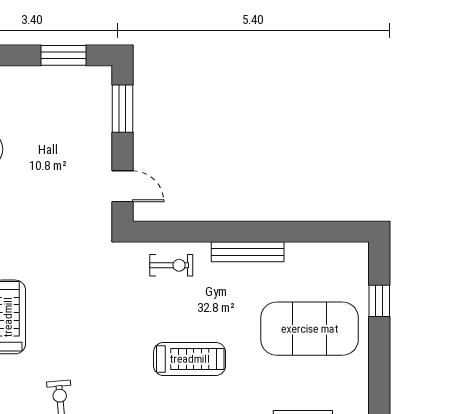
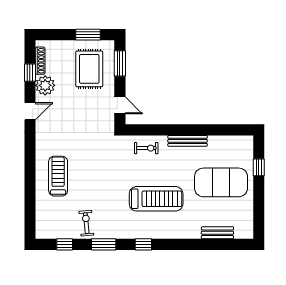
rug: (66, 119) -> (89, 69), added
treadmill: (190, 359) -> (156, 199), width x1.37, depth x1.38

